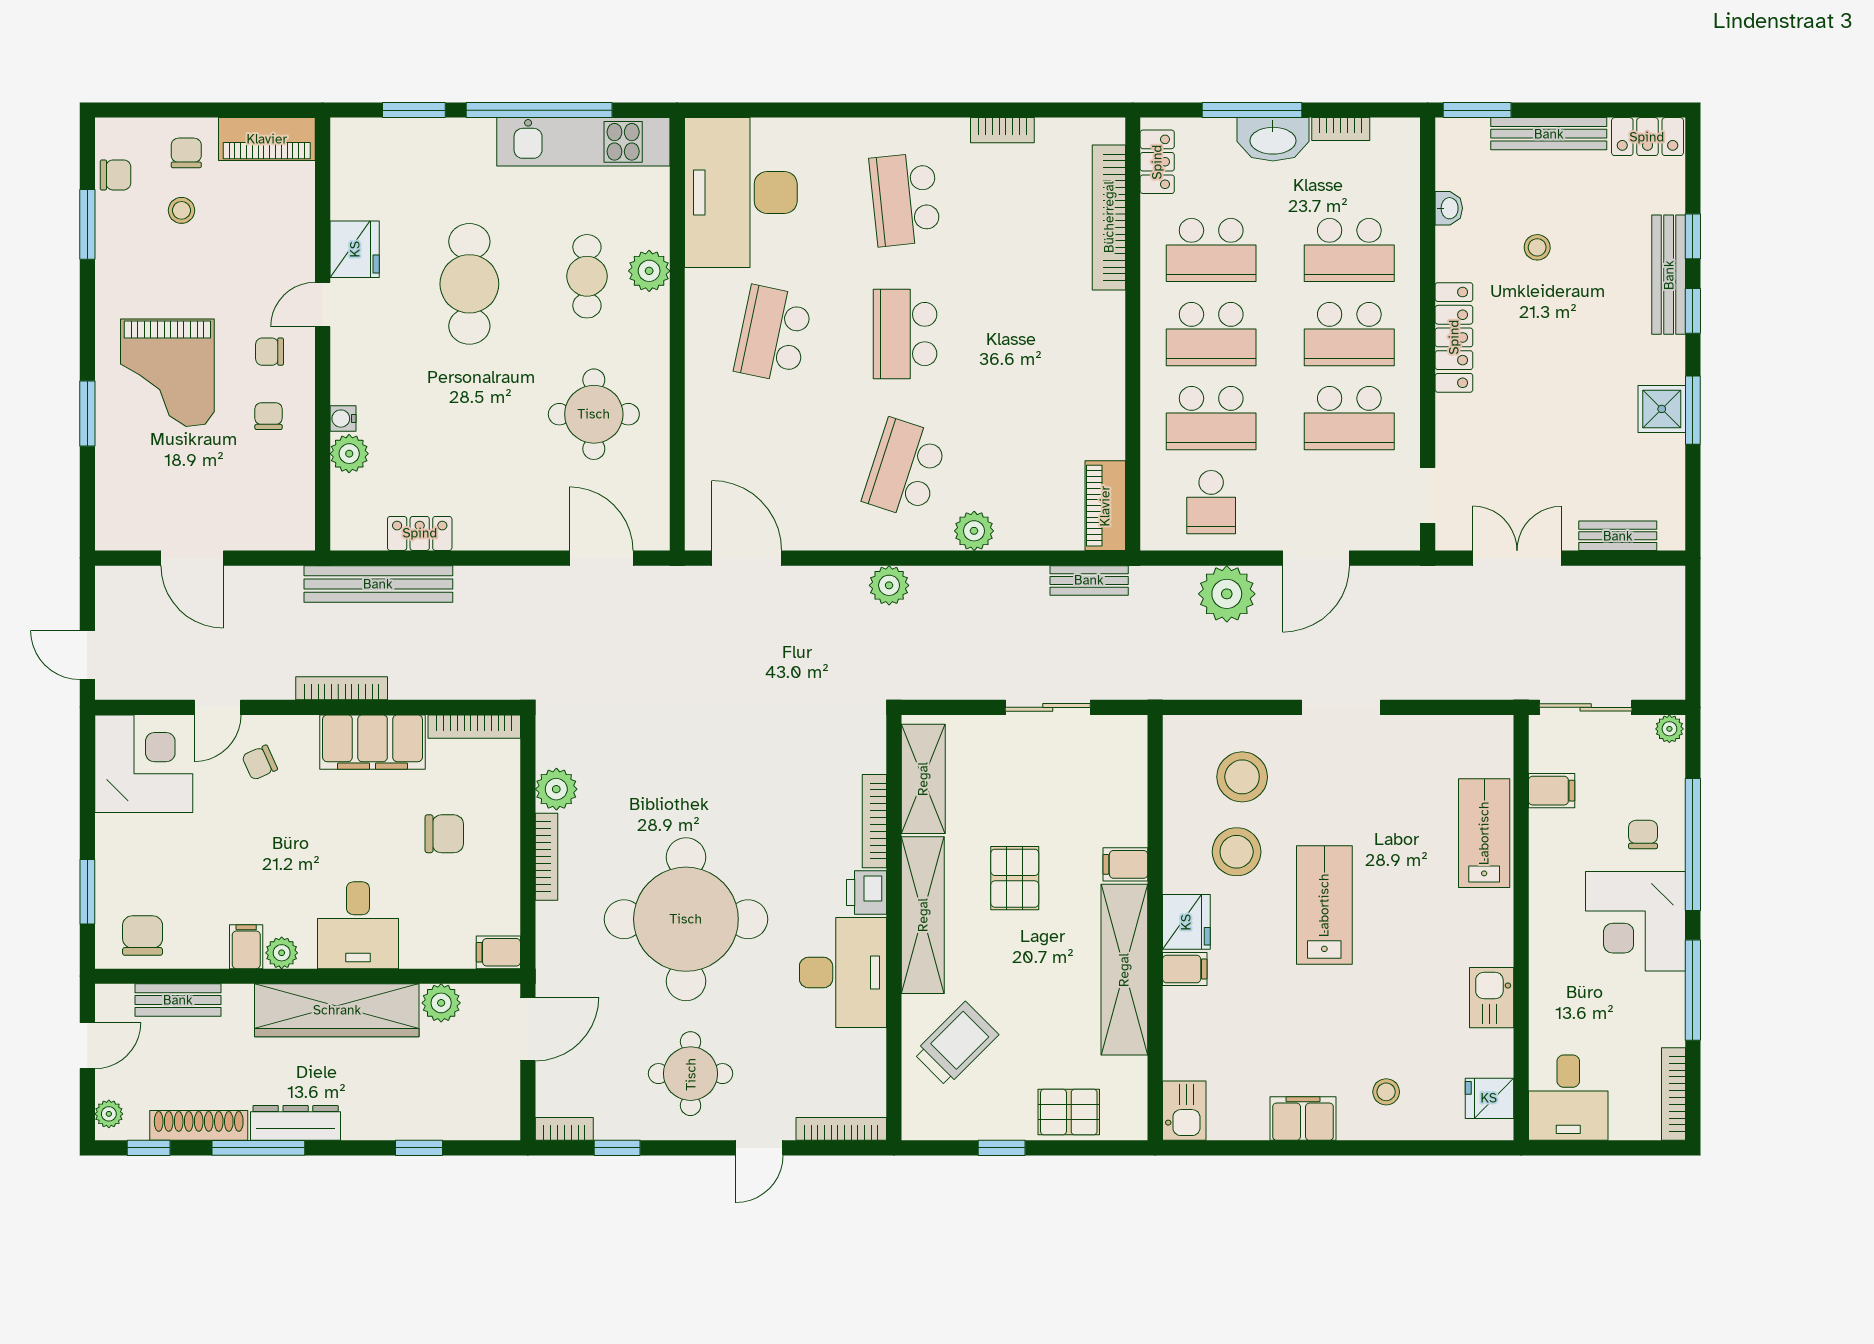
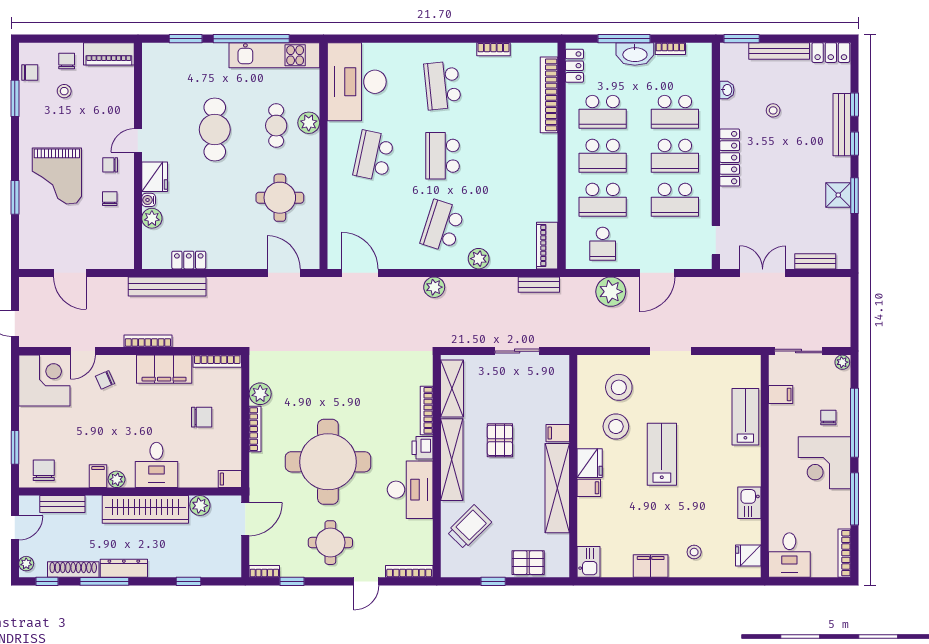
fridge: (355, 249) -> (155, 177), moved

